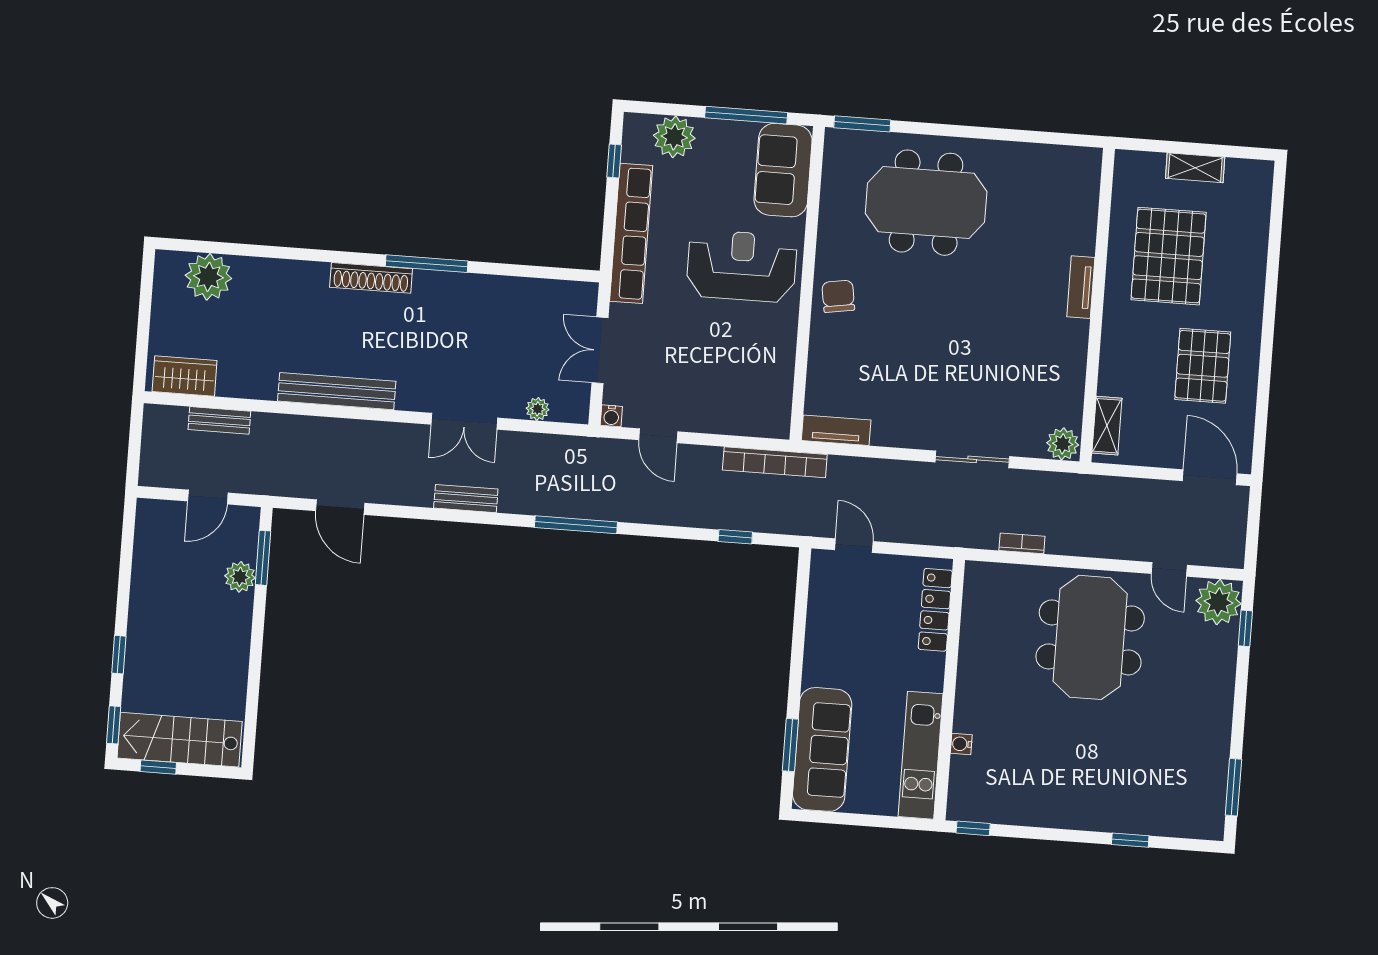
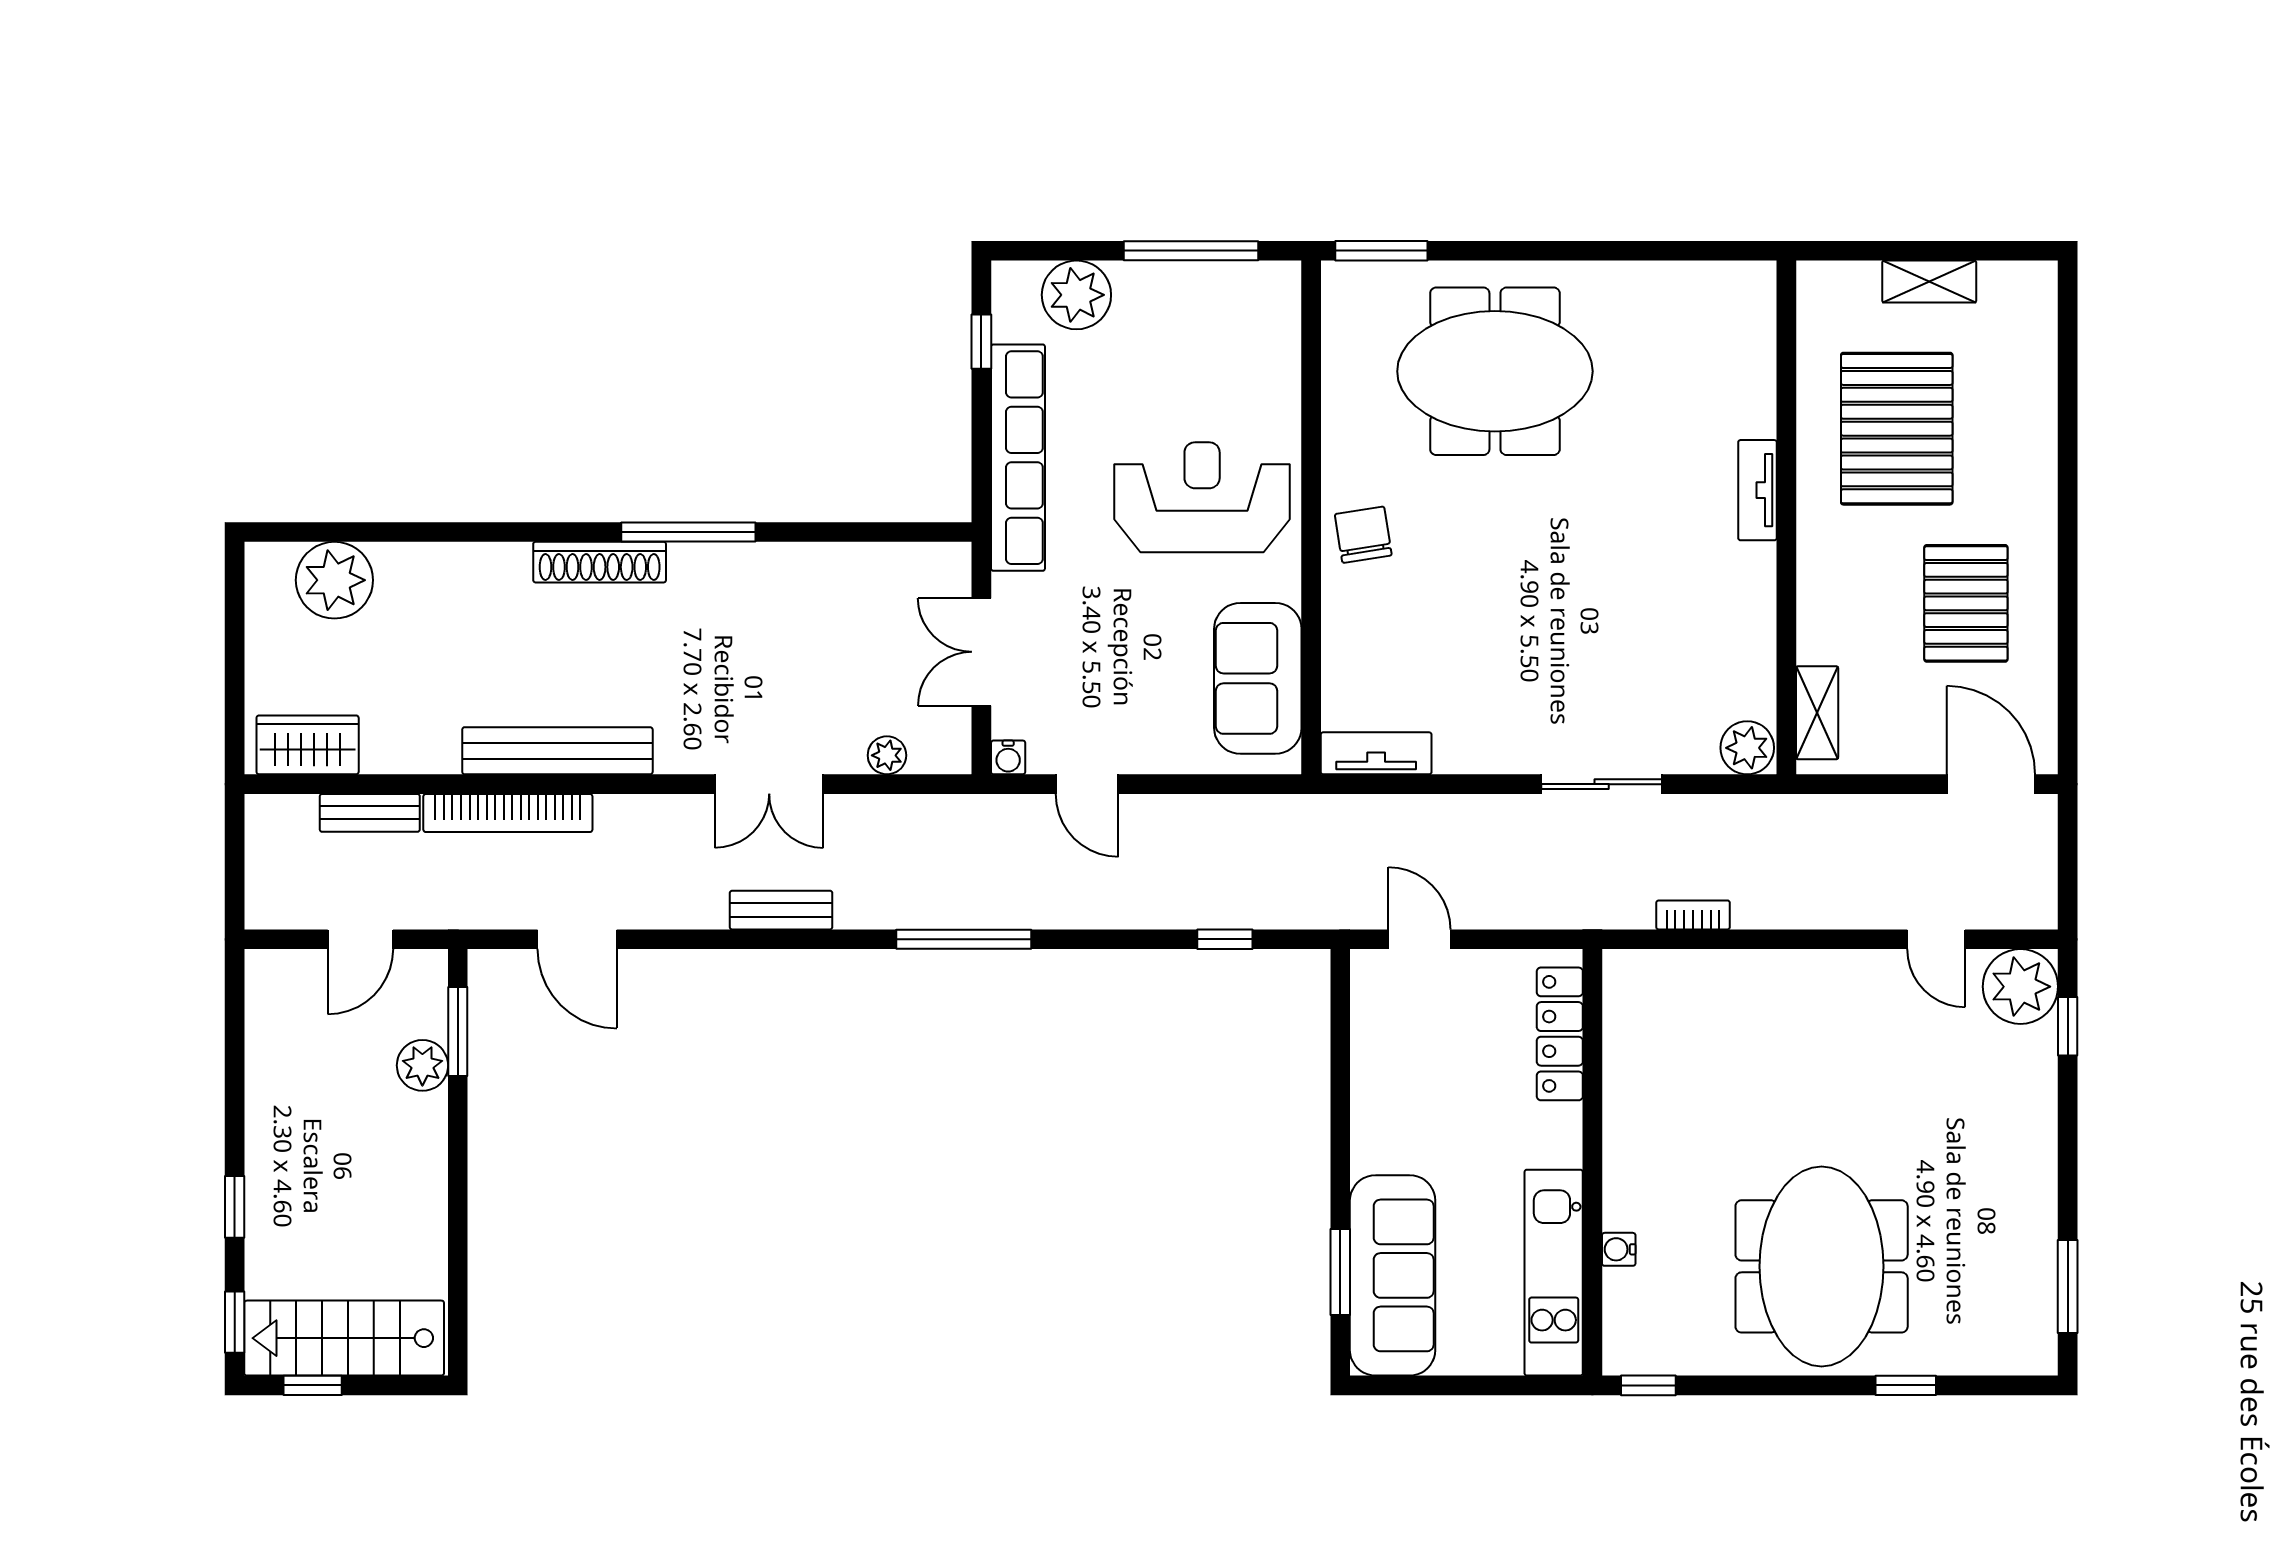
sofa: (783, 170) -> (1258, 678), moved
bookcase: (775, 462) -> (508, 813), moved
meeting table: (1090, 637) -> (1822, 1266), moved

